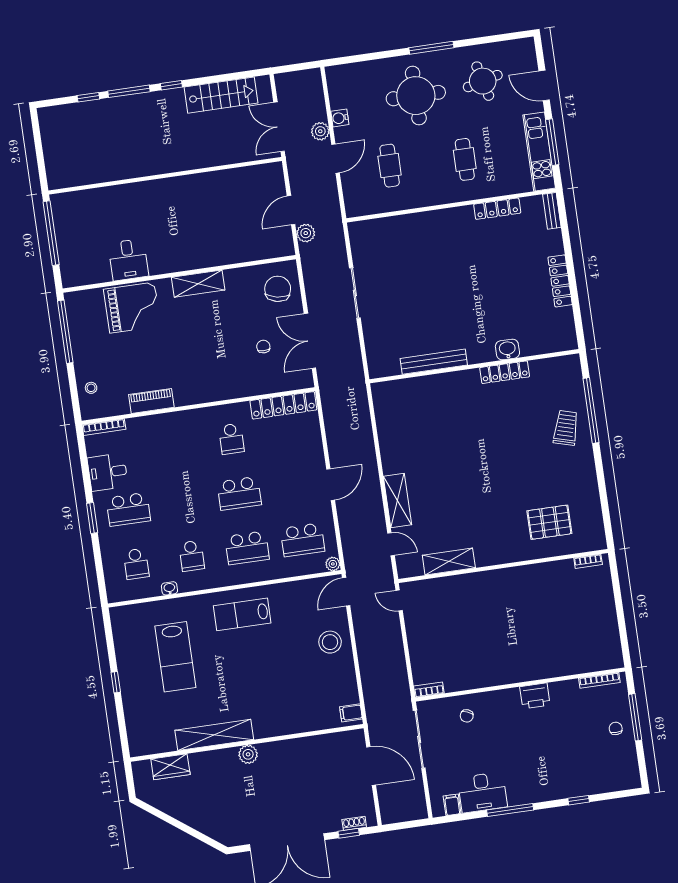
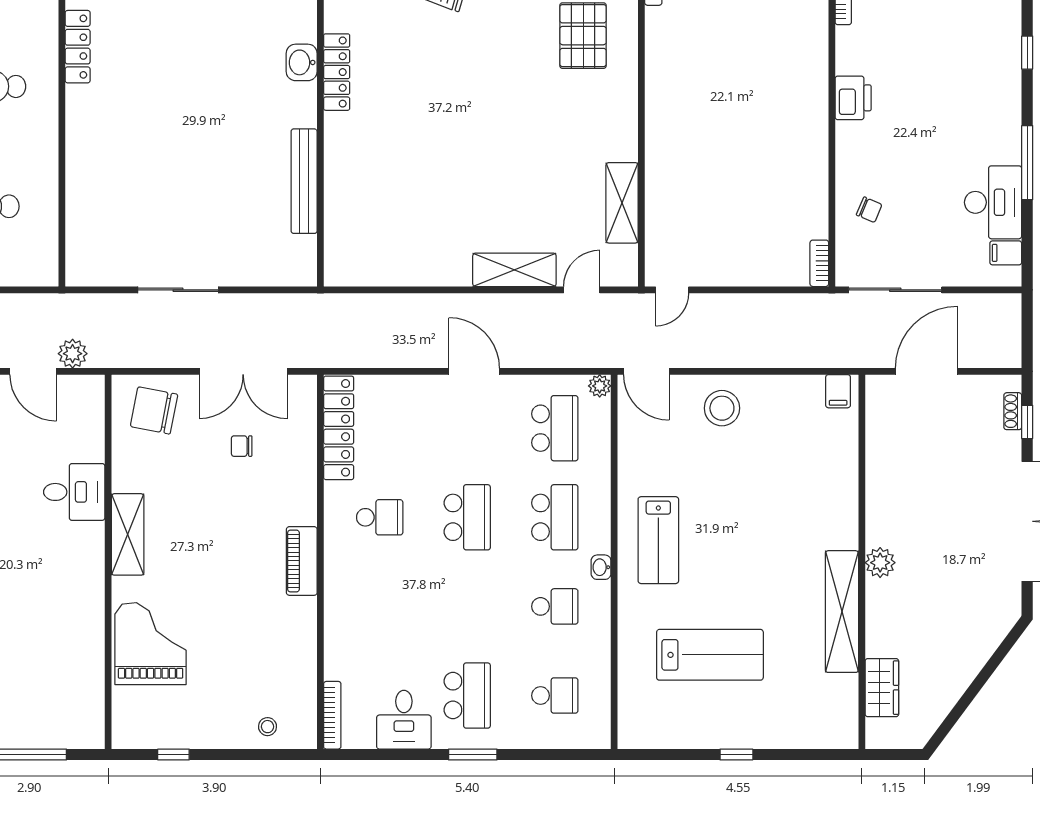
desk: (128, 260) -> (74, 492), moved
window: (65, 332) -> (173, 754), width x0.32
piano: (151, 401) -> (302, 561), moved
washbasin: (169, 588) -> (601, 567), moved

